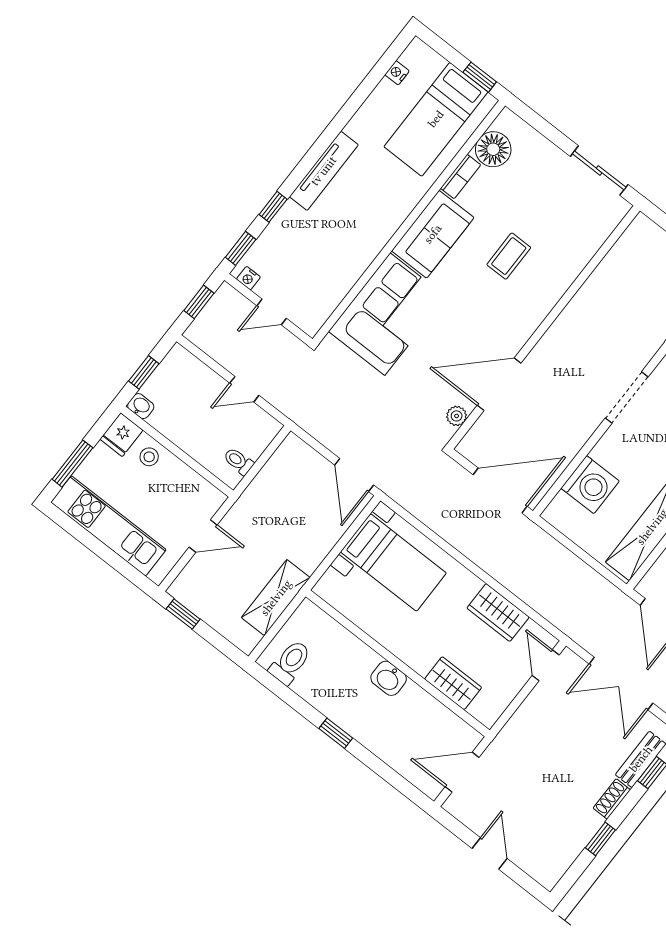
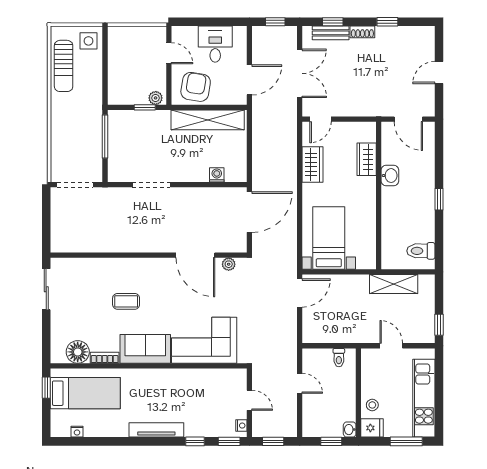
washing machine: (590, 485) -> (217, 175), width x0.53, depth x0.53
door: (500, 491) -> (249, 212), swing flipped
washbasin: (389, 678) -> (390, 176), moved

